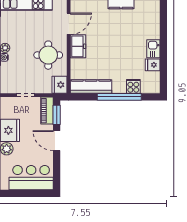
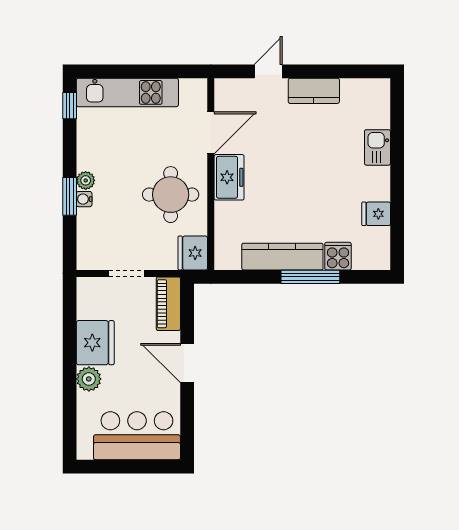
kitchen sink: (153, 49) -> (377, 147), moved
kitchen counter: (91, 87) -> (282, 257), moved
window: (119, 97) -> (310, 277), width x0.68
window: (57, 115) -> (187, 312), removed

